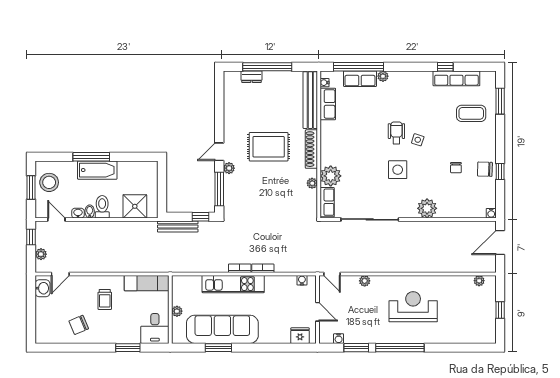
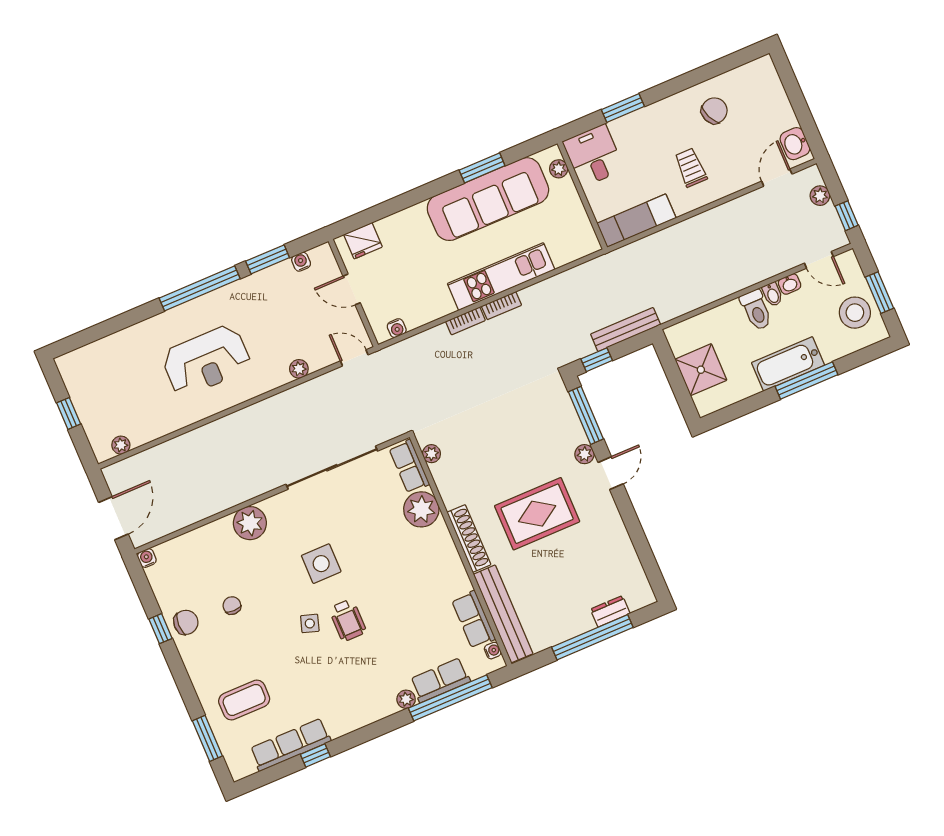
plant: (312, 183) -> (431, 454), moved
shower: (135, 206) -> (701, 370), moved
plant: (177, 311) -> (559, 169), moved

